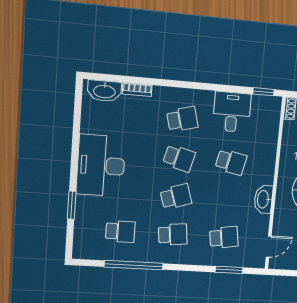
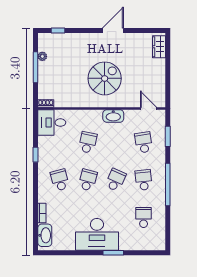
window: (263, 92) -> (35, 155), moved
desk: (232, 112) -> (52, 123), moved
school desk: (176, 197) -> (116, 180), turned 42
window: (72, 205) -> (113, 253), moved
window: (134, 265) -> (168, 185), moved

